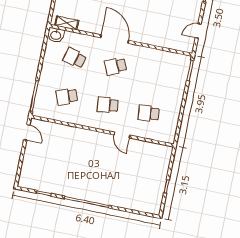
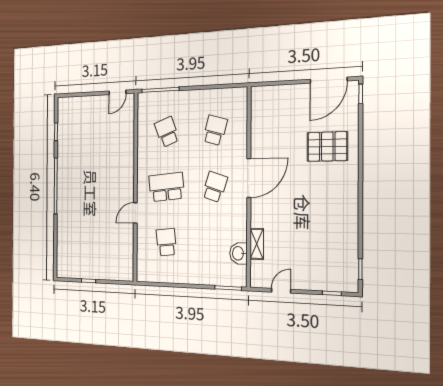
shelving: (67, 23) -> (257, 244), moved
door: (198, 31) -> (281, 291), hinge flipped
washbasin: (56, 35) -> (238, 253), moved
school desk: (116, 66) -> (215, 187), turned 42
school desk: (108, 105) -> (167, 187), width x1.85

